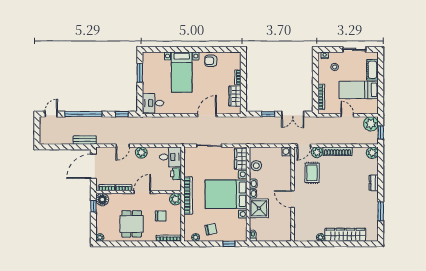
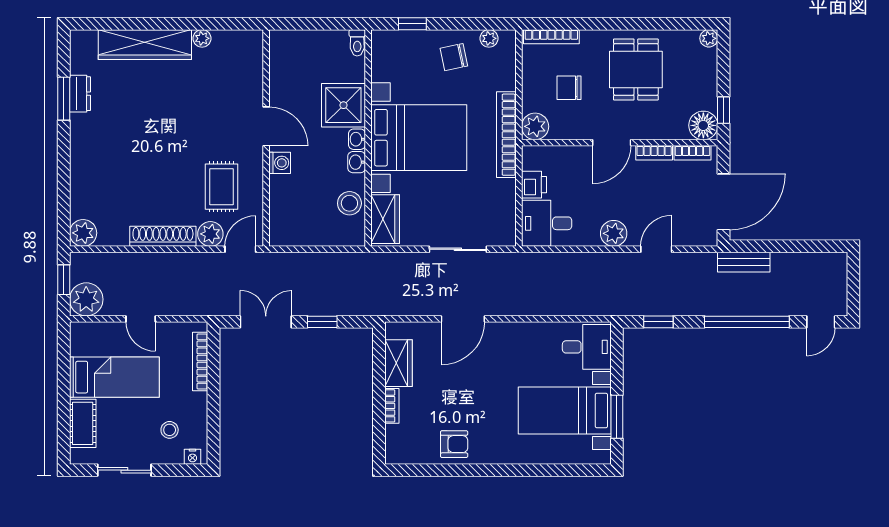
bed with nightstands: (182, 72) -> (565, 411), moved, turned -90
washing machine: (287, 151) -> (280, 163), moved
dresser: (374, 183) -> (80, 94), moved

